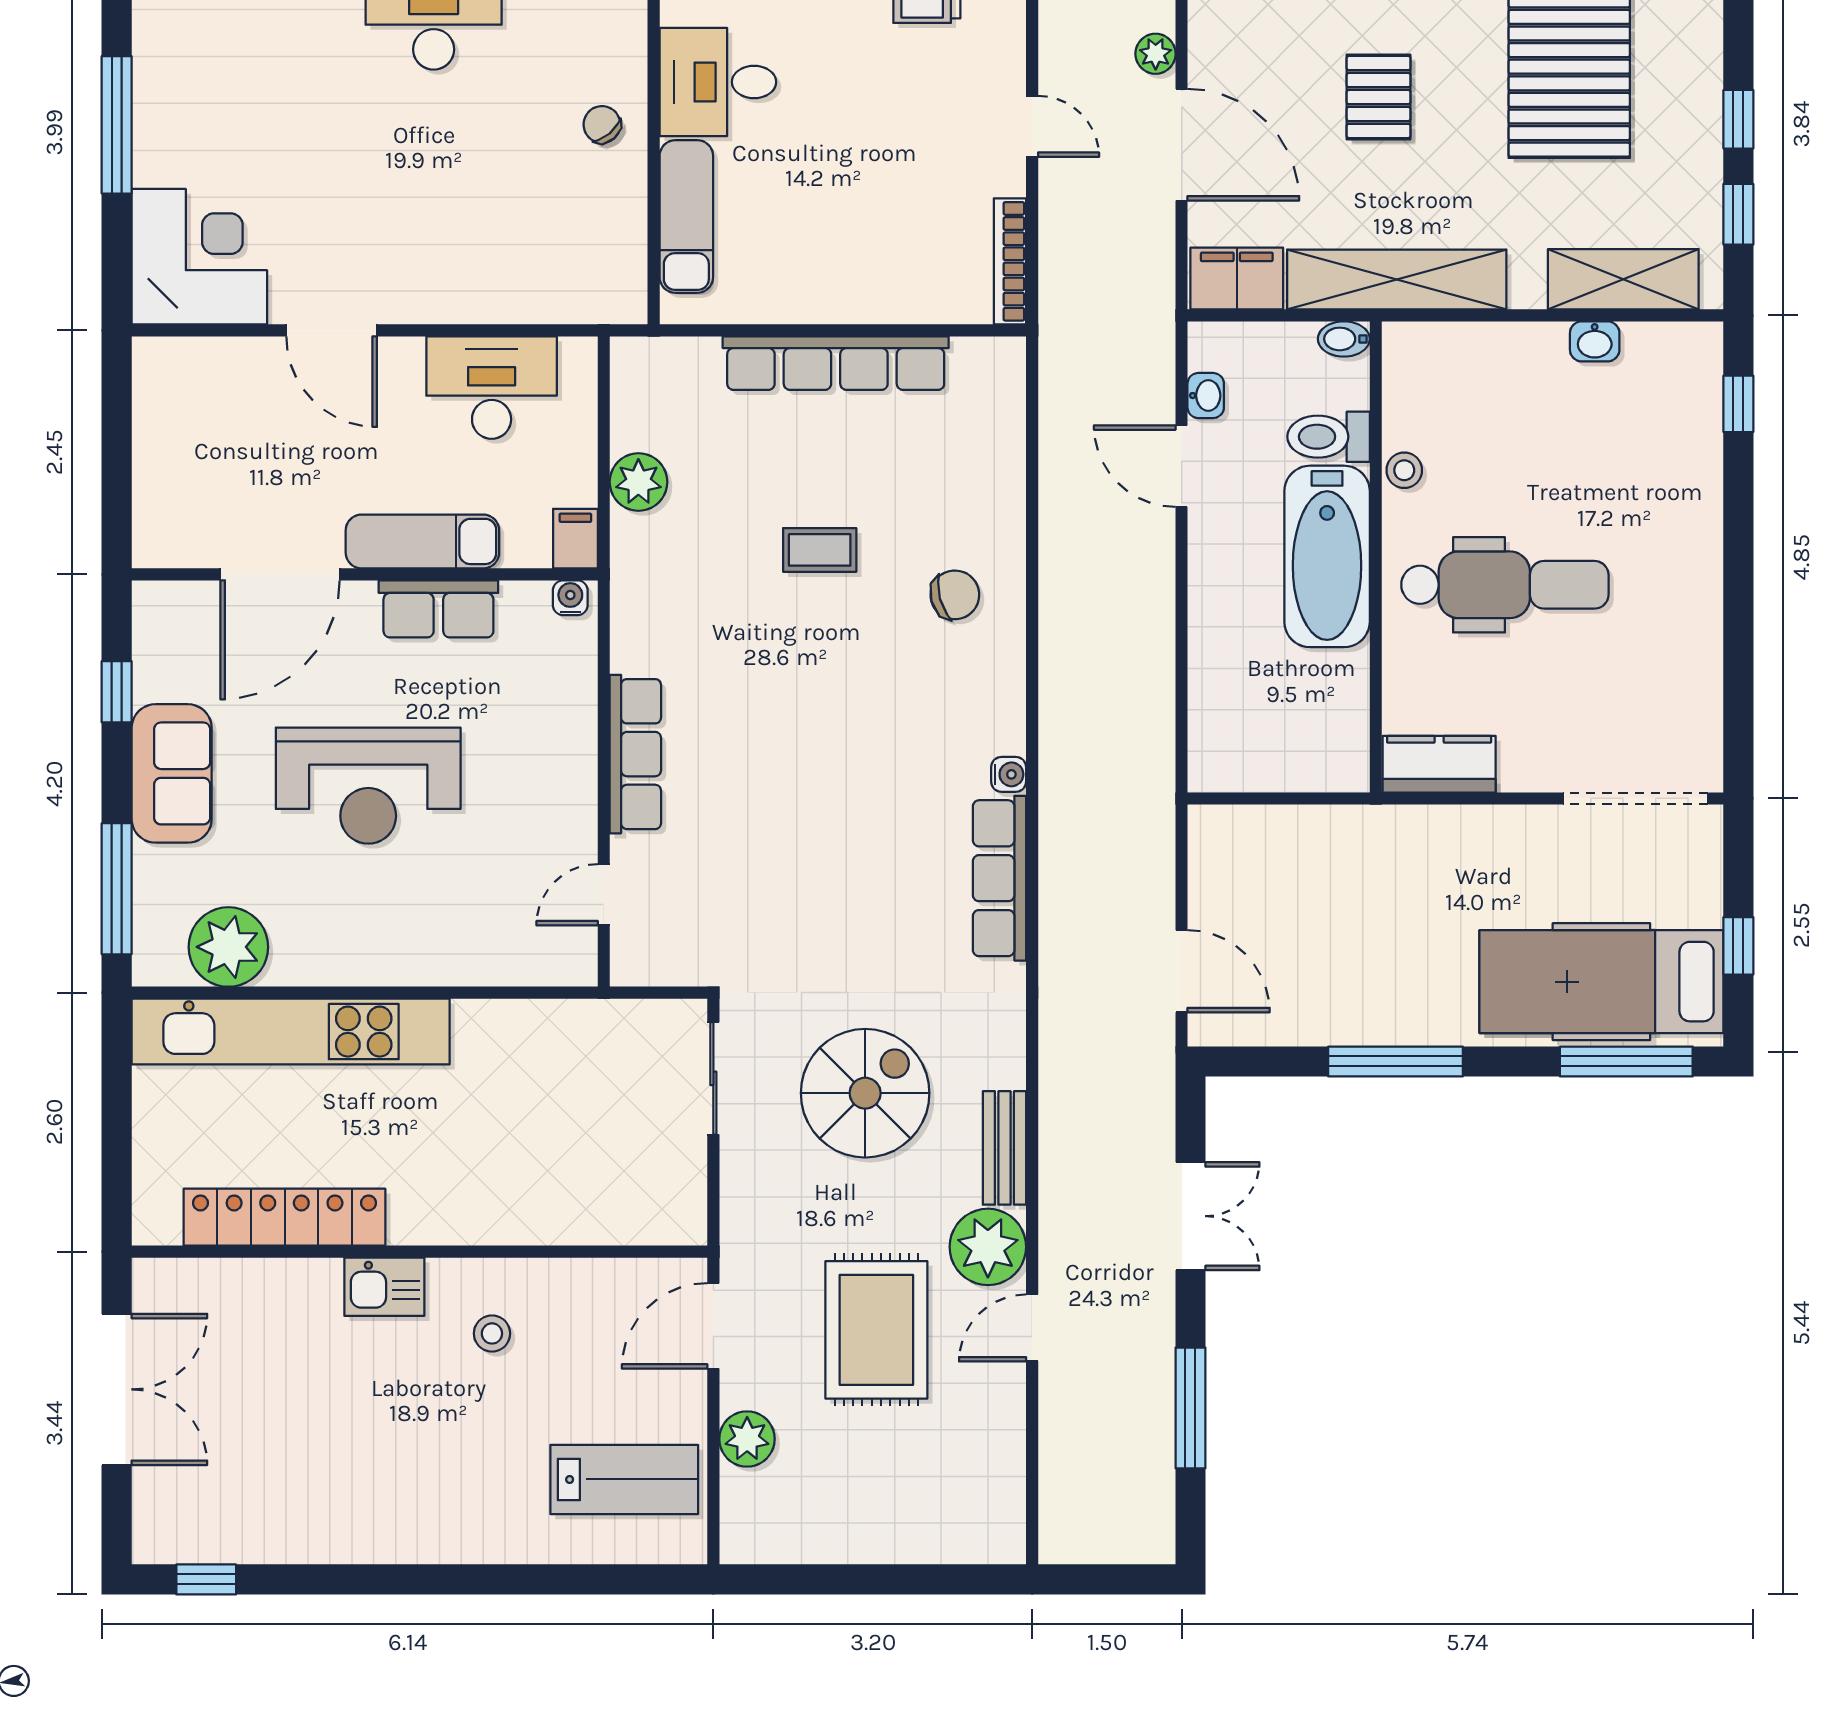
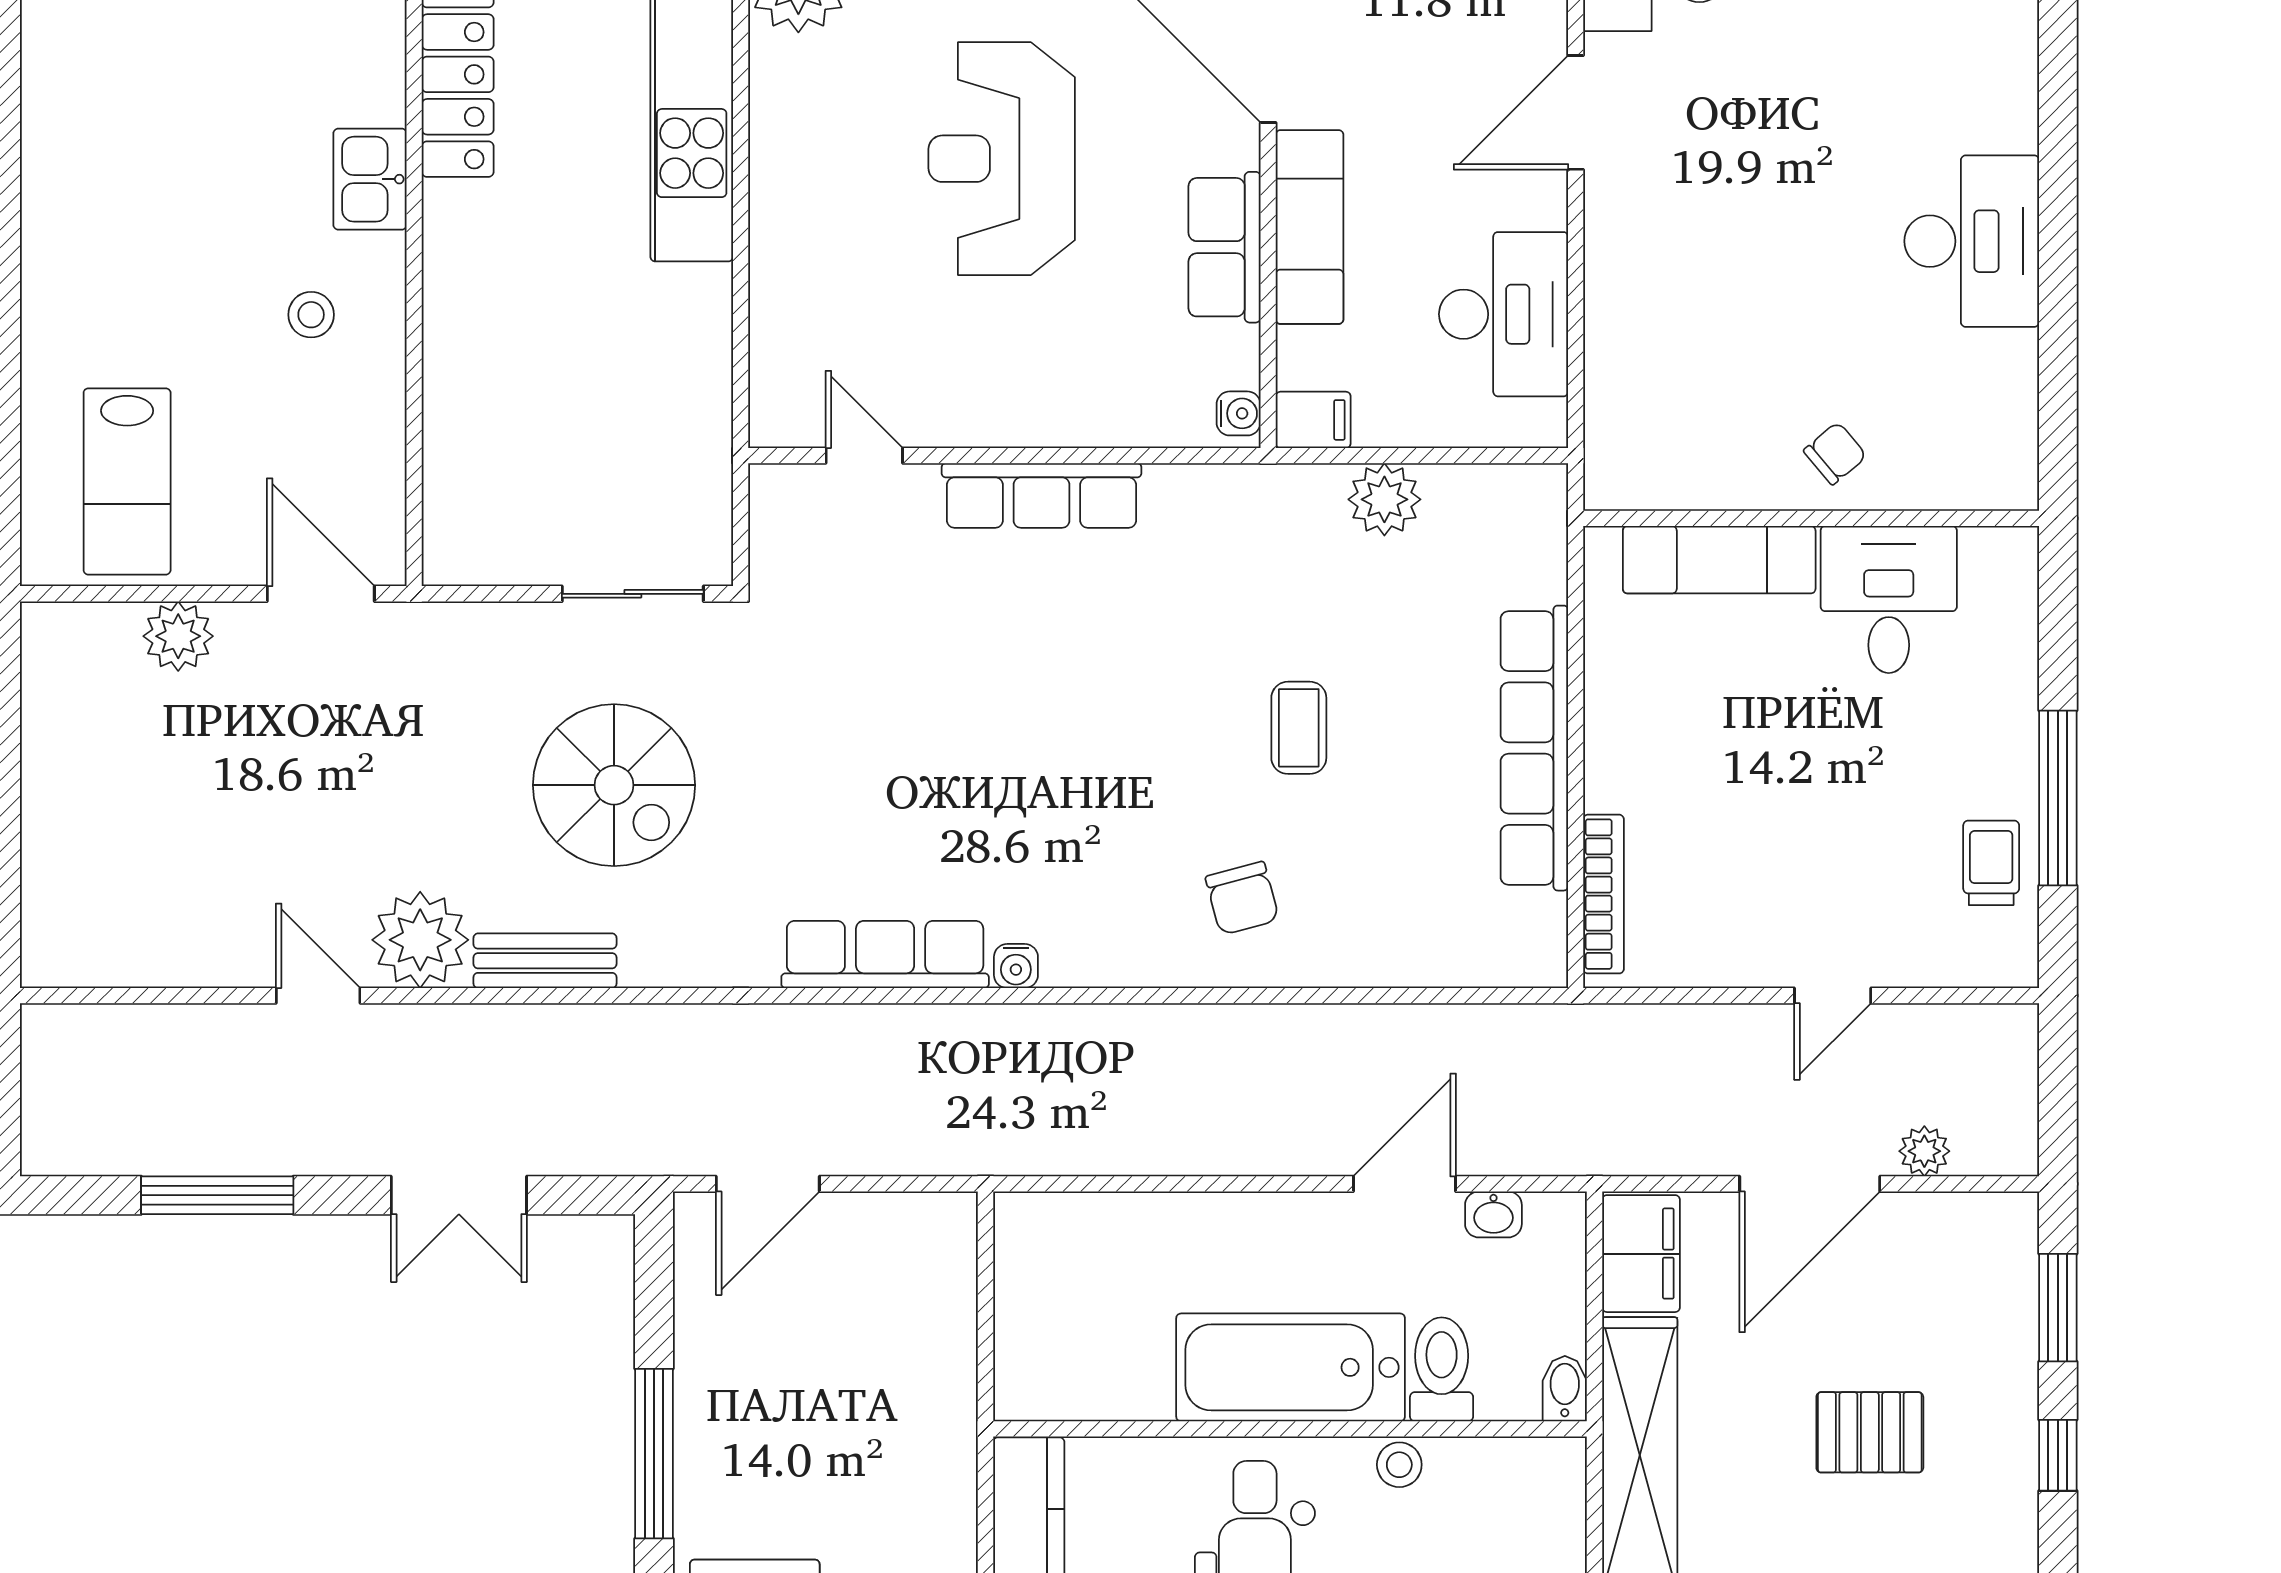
bookcase: (1010, 261) -> (1604, 894), moved, turned 90
rug: (876, 1330) -> (316, 799), removed

